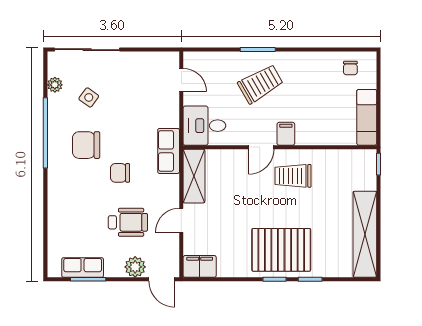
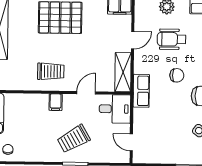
door: (261, 147) -> (86, 93), moved

